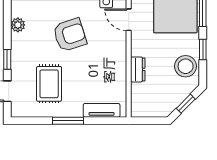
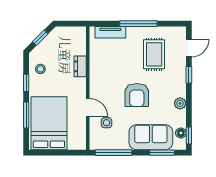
armchair: (70, 35) -> (137, 95), turned -72
stool: (186, 66) -> (40, 69), width x0.53, depth x0.53
window: (68, 121) -> (138, 24), width x1.44

